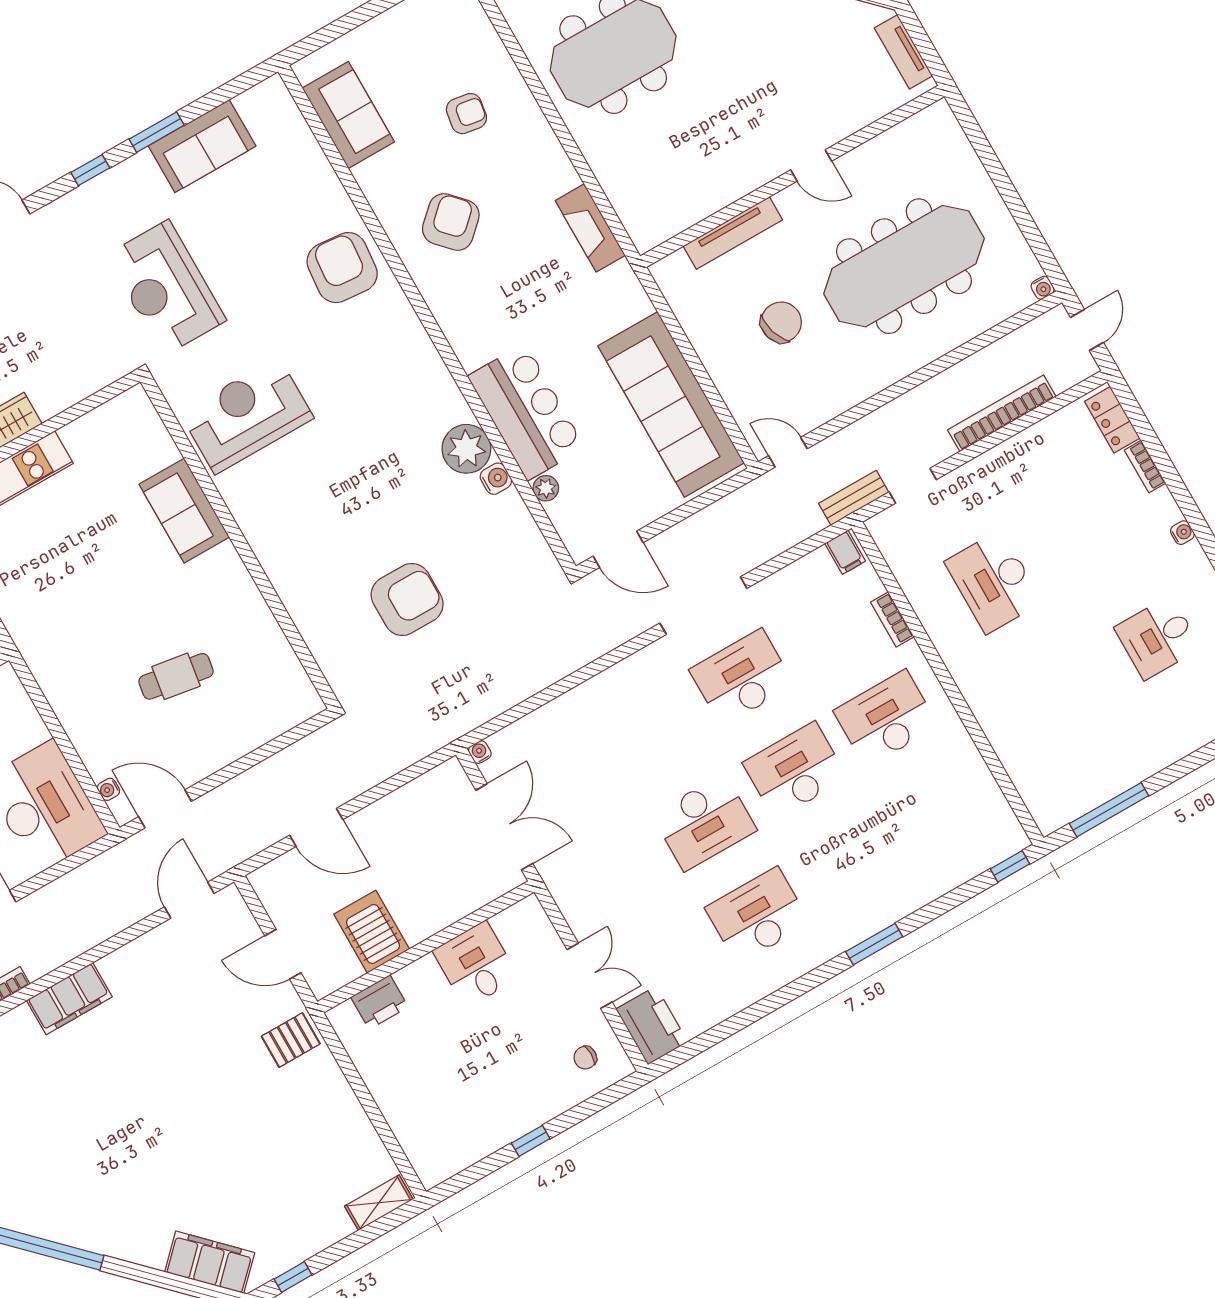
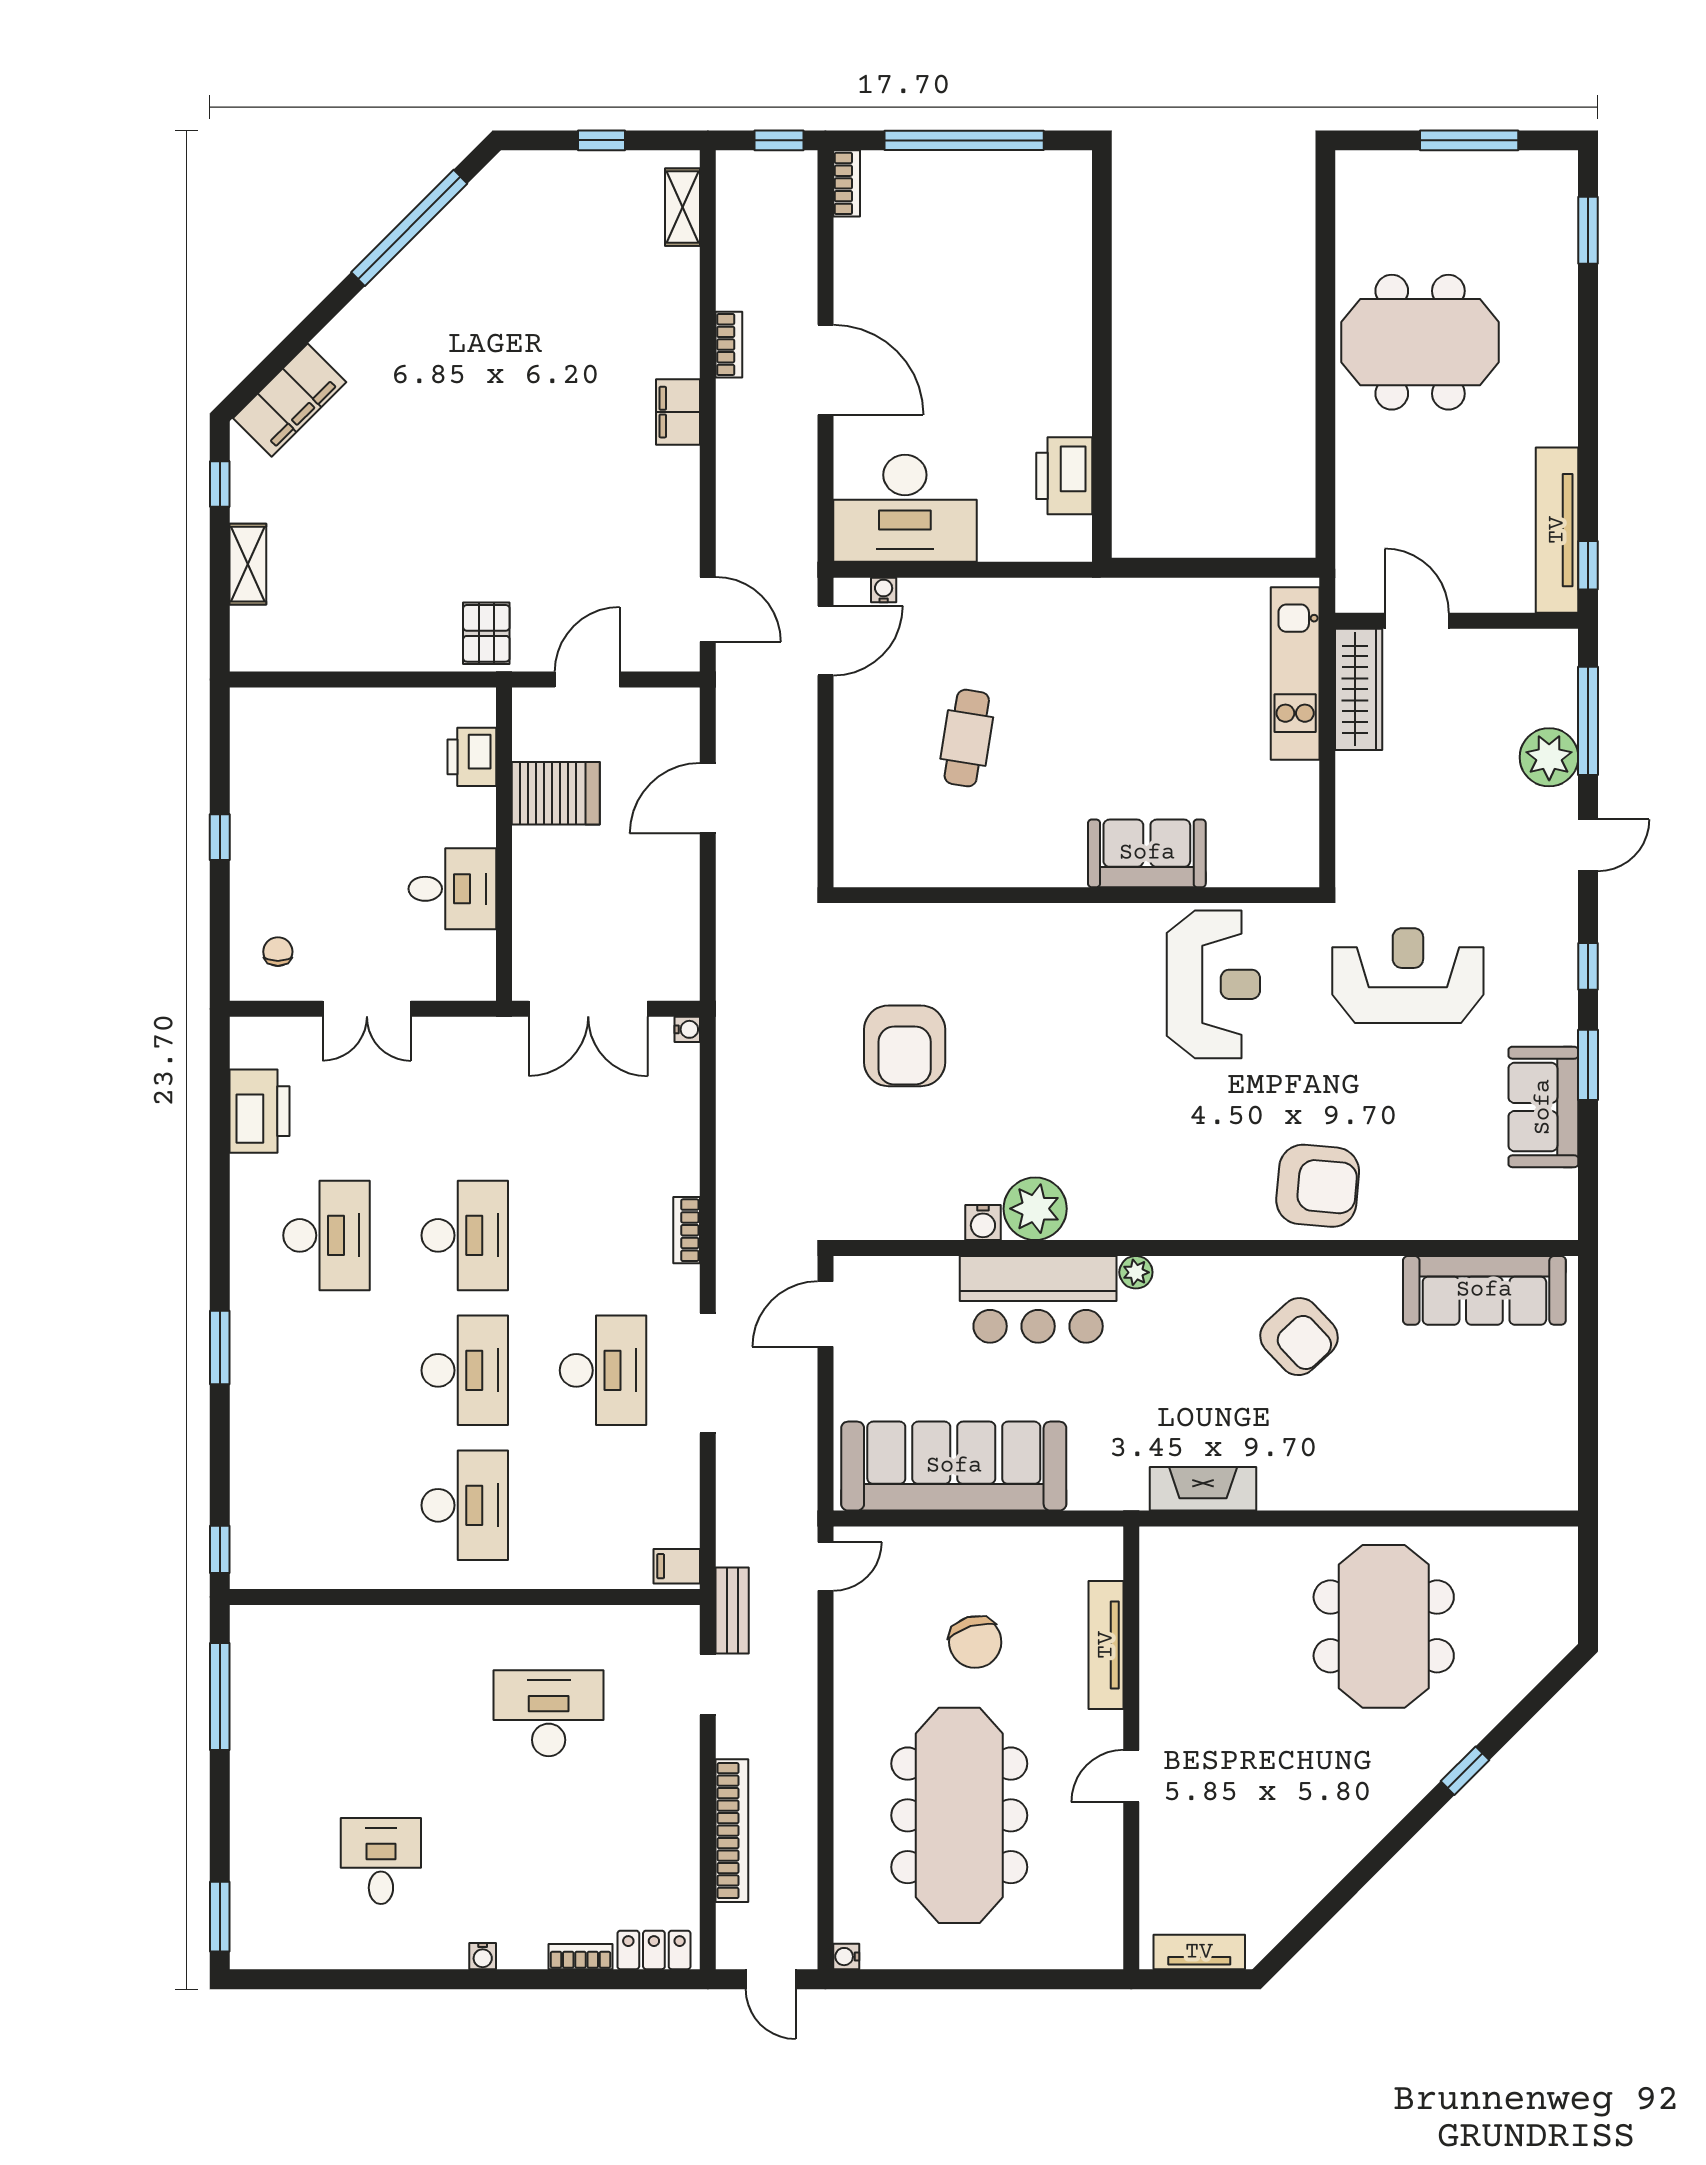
armchair: (466, 114) -> (1410, 1424), removed
sofa: (348, 115) -> (1484, 1290), width x1.36
plant: (546, 488) -> (1136, 1272), moved
bookcase: (892, 619) -> (687, 1230), moved, turned -90
desk: (704, 822) -> (465, 1235), turned 180
filing cabinet: (69, 999) -> (678, 412), width x0.67, depth x0.86
printer: (652, 1025) -> (259, 1111), moved, turned -90
shelving: (379, 1203) -> (248, 564), moved

